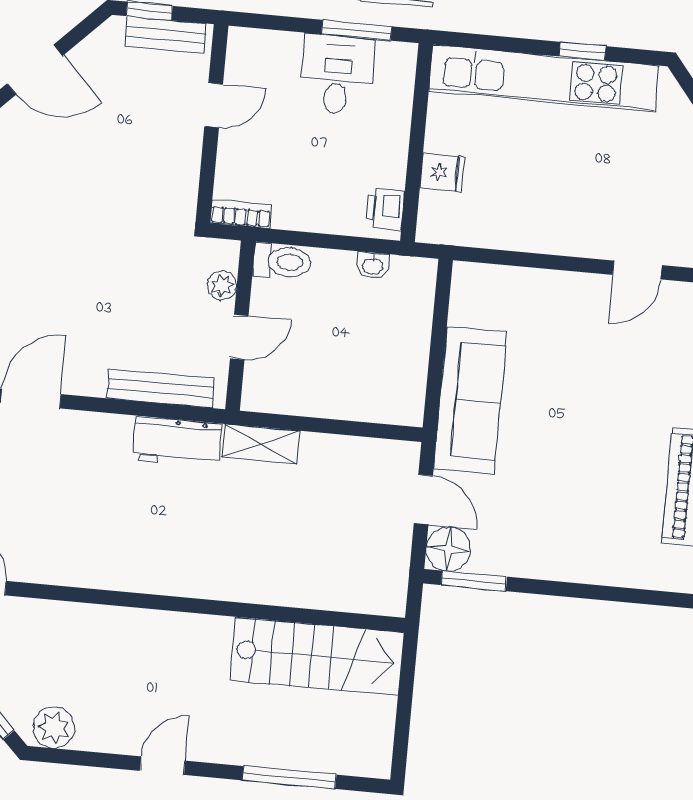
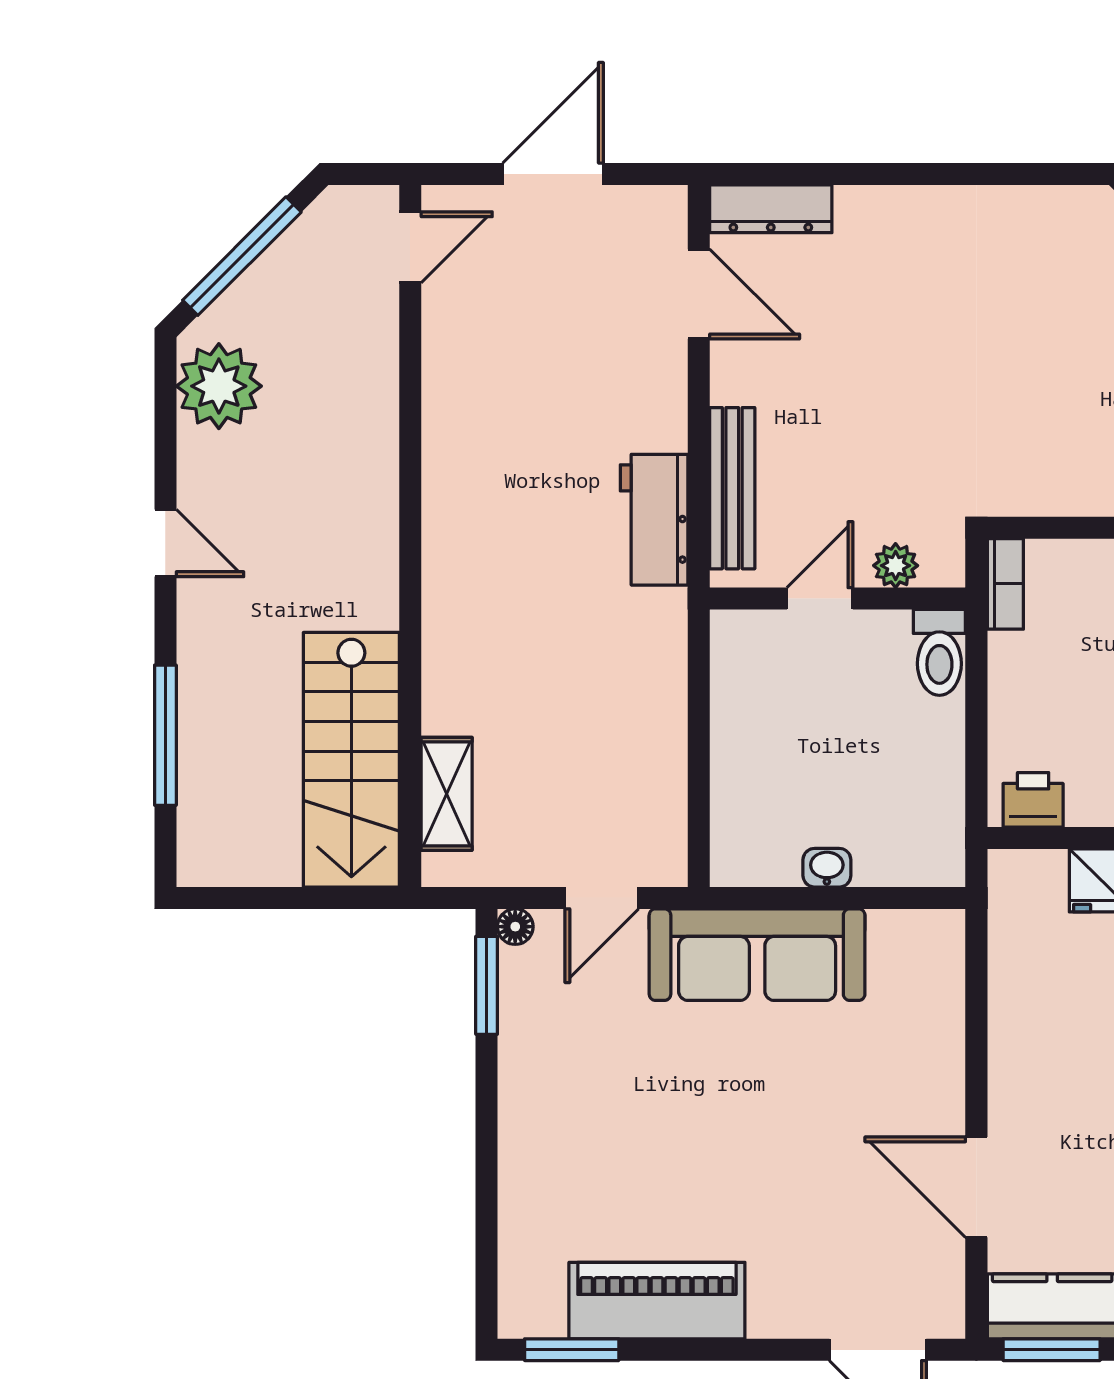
washbasin: (373, 266) -> (827, 868), moved, turned 90
door: (637, 270) -> (976, 1187), width x1.38
door: (239, 337) -> (820, 599), swing flipped
shelving: (261, 444) -> (447, 794), moved
floor lamp: (448, 549) -> (515, 927), width x0.53, depth x0.53
plant: (54, 728) -> (219, 386), width x1.36, depth x1.36

